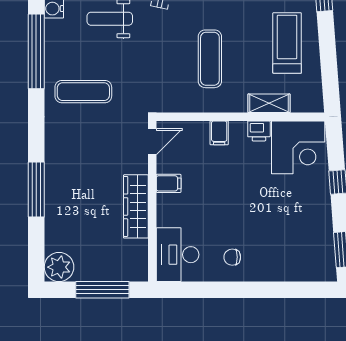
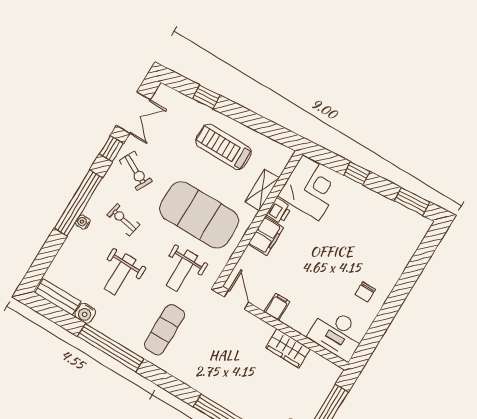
exercise mat: (210, 59) -> (199, 215), width x2.00, depth x1.45
weight bench: (148, 74) -> (182, 271), added
filing cabinet: (219, 133) -> (266, 236), width x2.00
wardrobe: (136, 206) -> (288, 348), width x0.67

